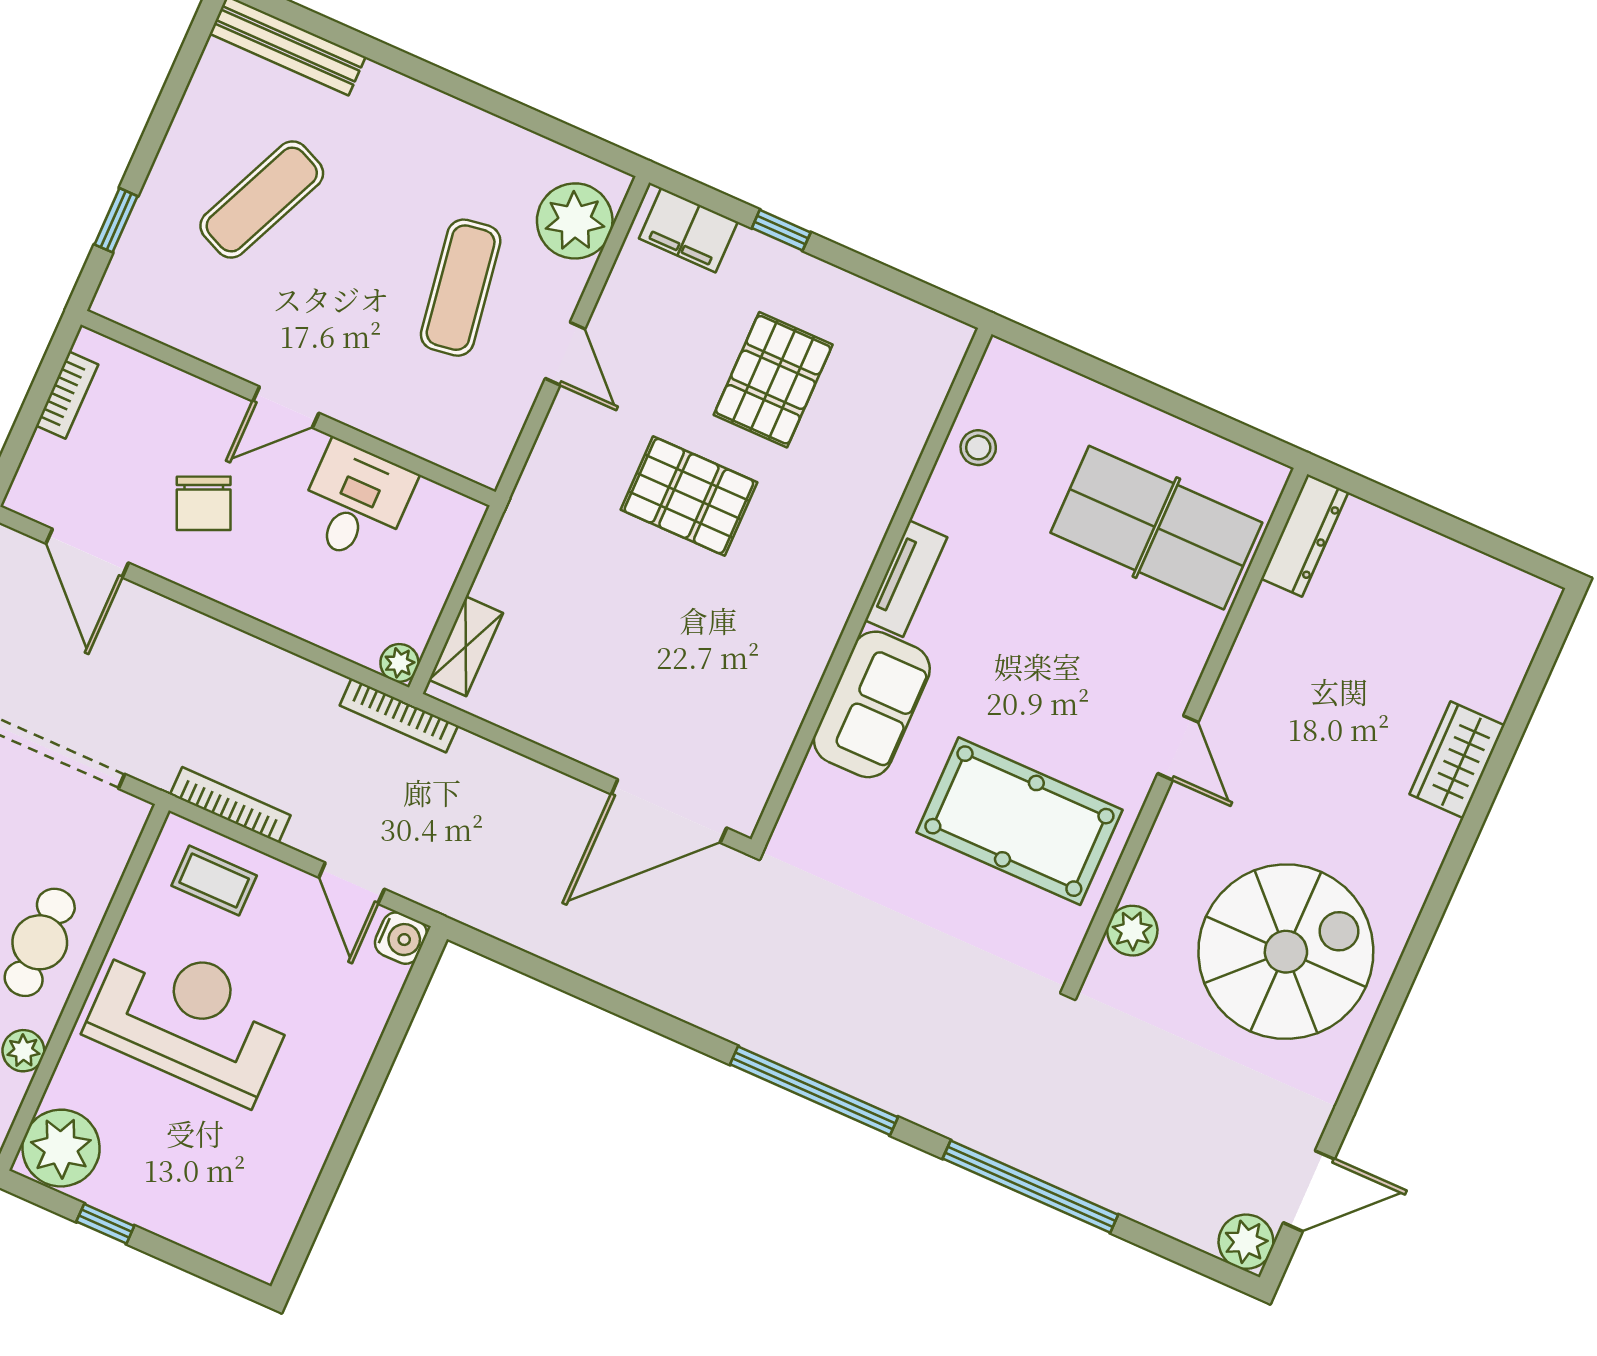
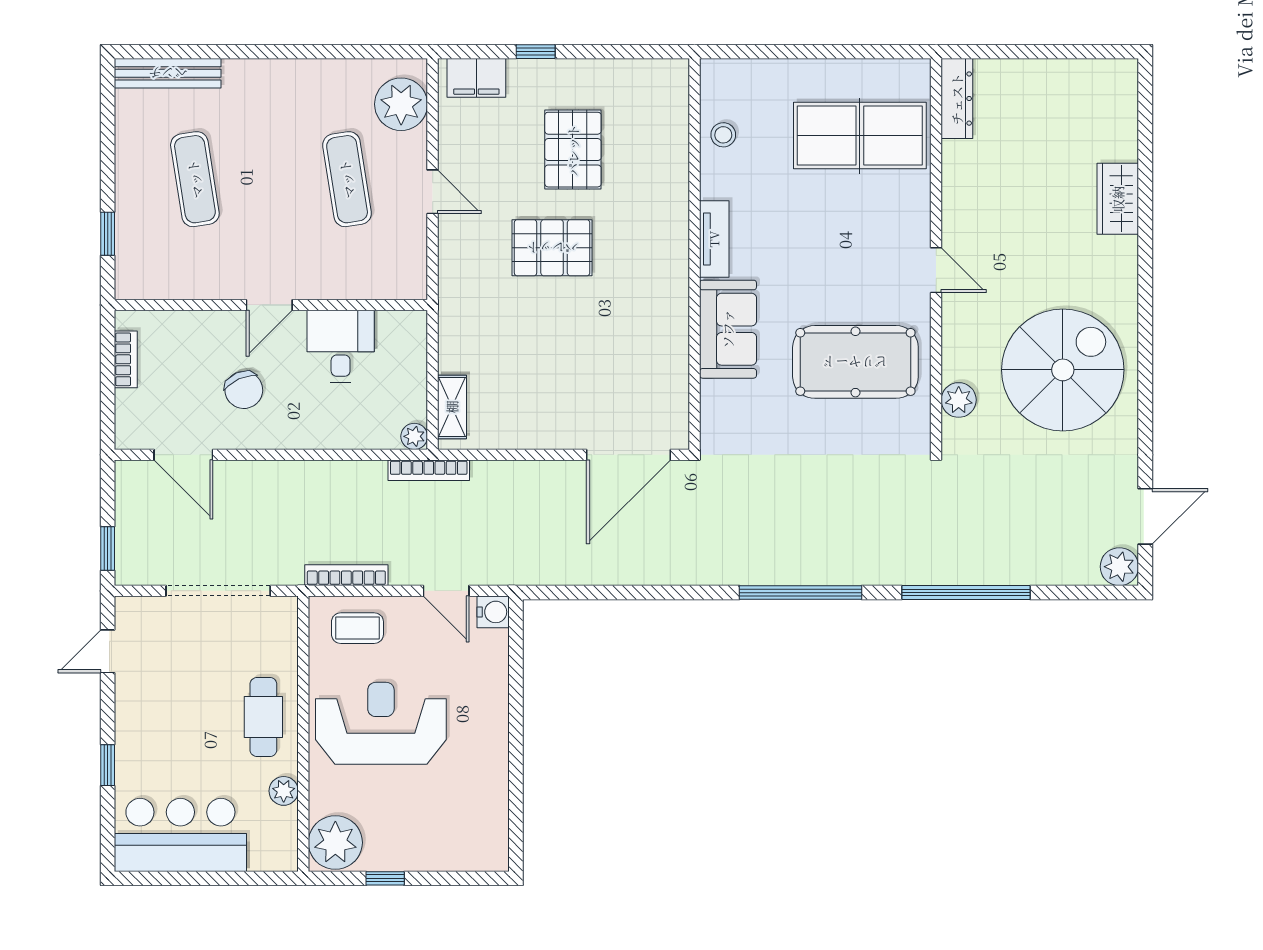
exercise mat: (262, 199) -> (195, 179), turned -33

